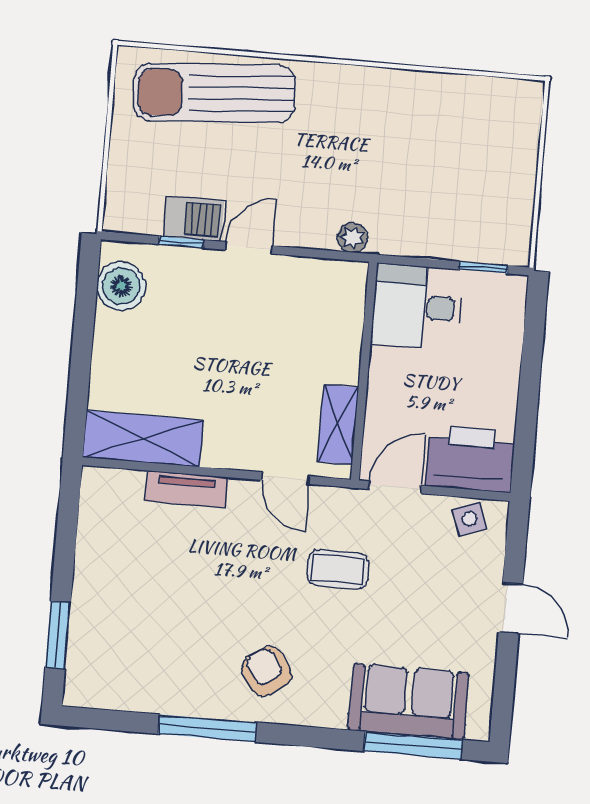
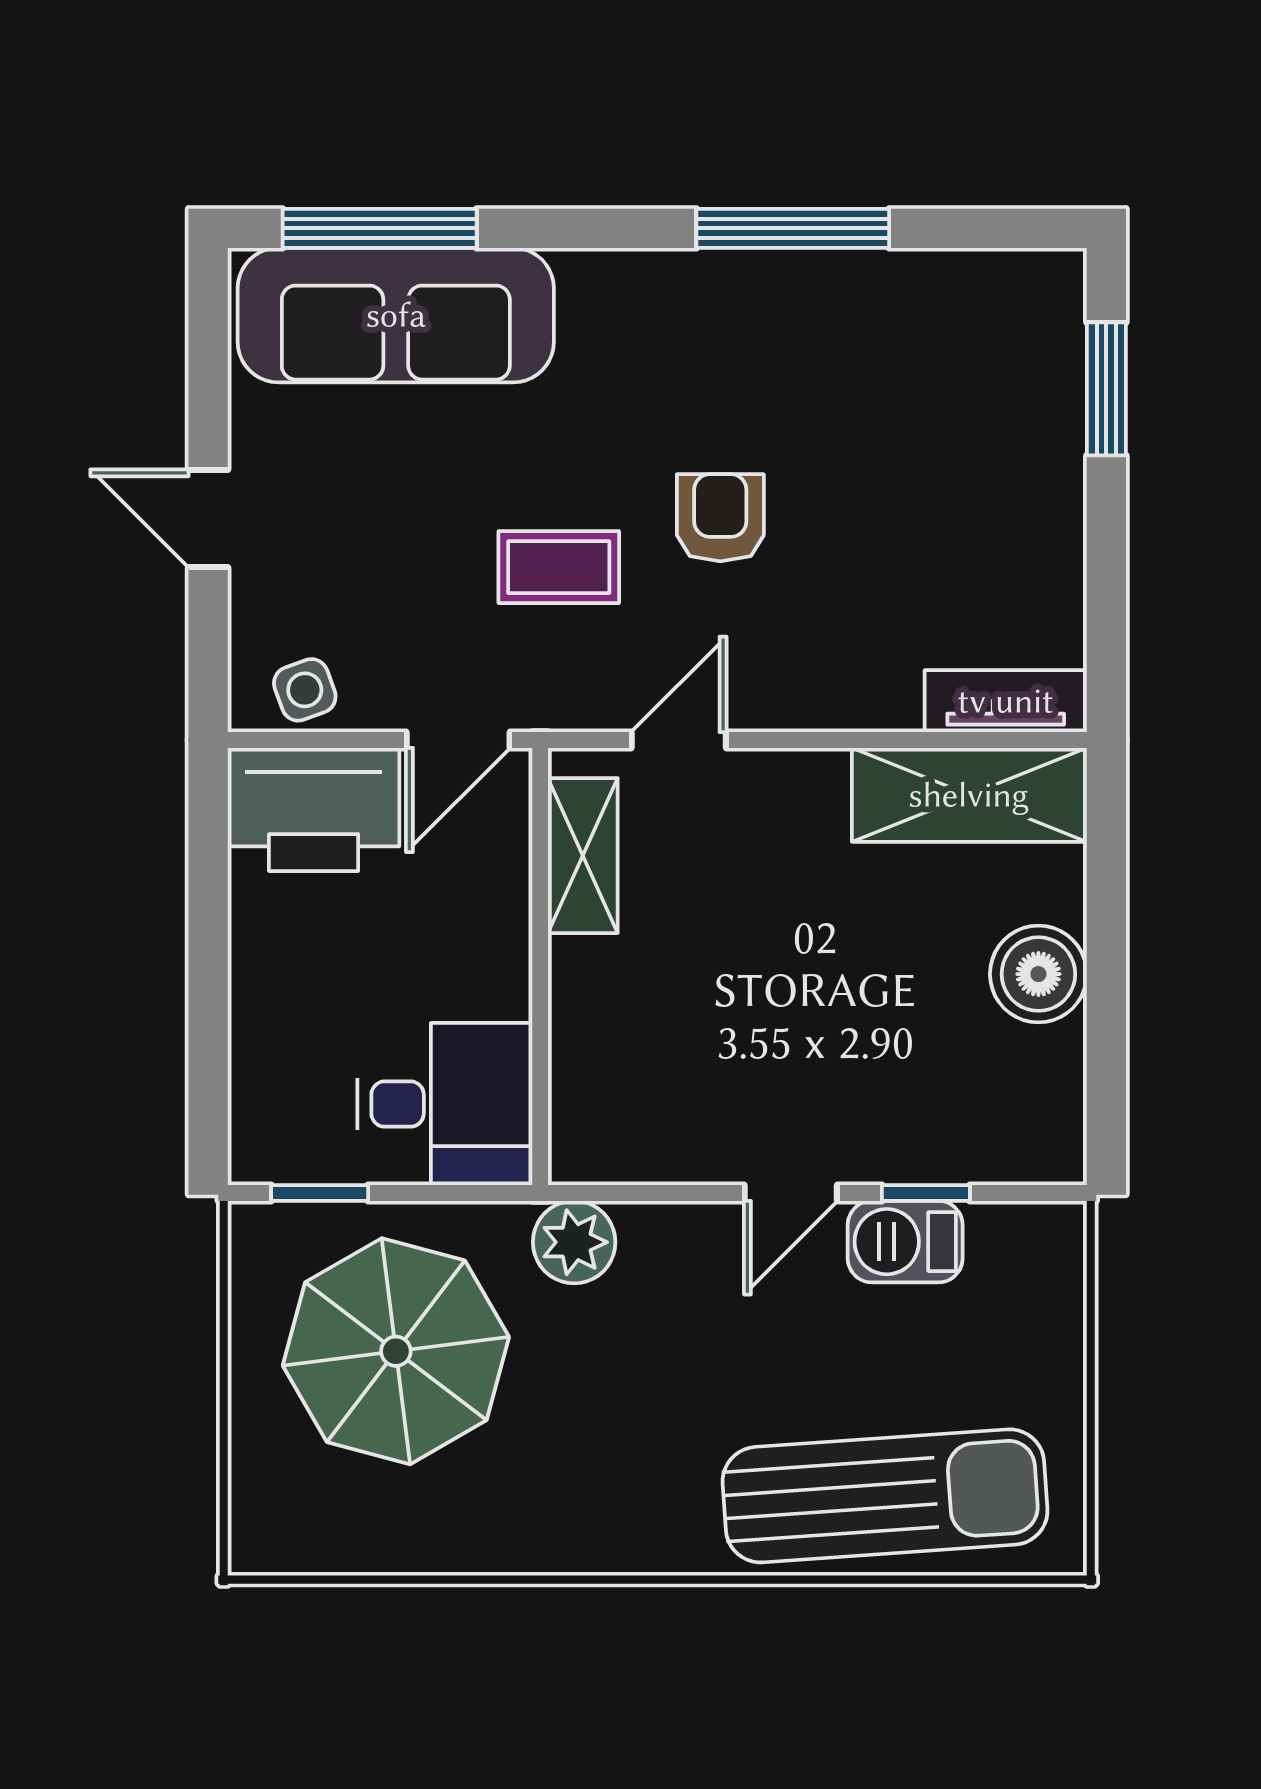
parasol: (452, 185) -> (396, 1351), added
plant: (353, 237) -> (574, 1242), width x1.38, depth x1.38
boiler: (121, 286) -> (1038, 974), moved
door: (285, 478) -> (679, 740), hinge flipped
tv unit: (186, 489) -> (1006, 701), moved
armchair: (267, 671) -> (720, 518), moved, turned -146
sofa: (409, 702) -> (396, 315), width x1.36

